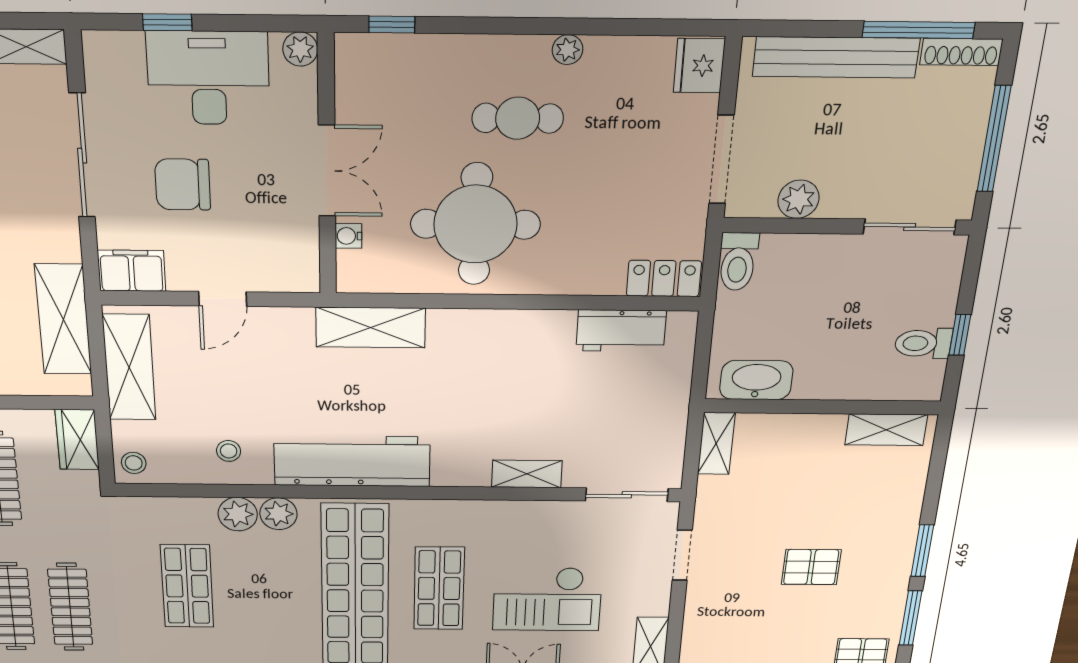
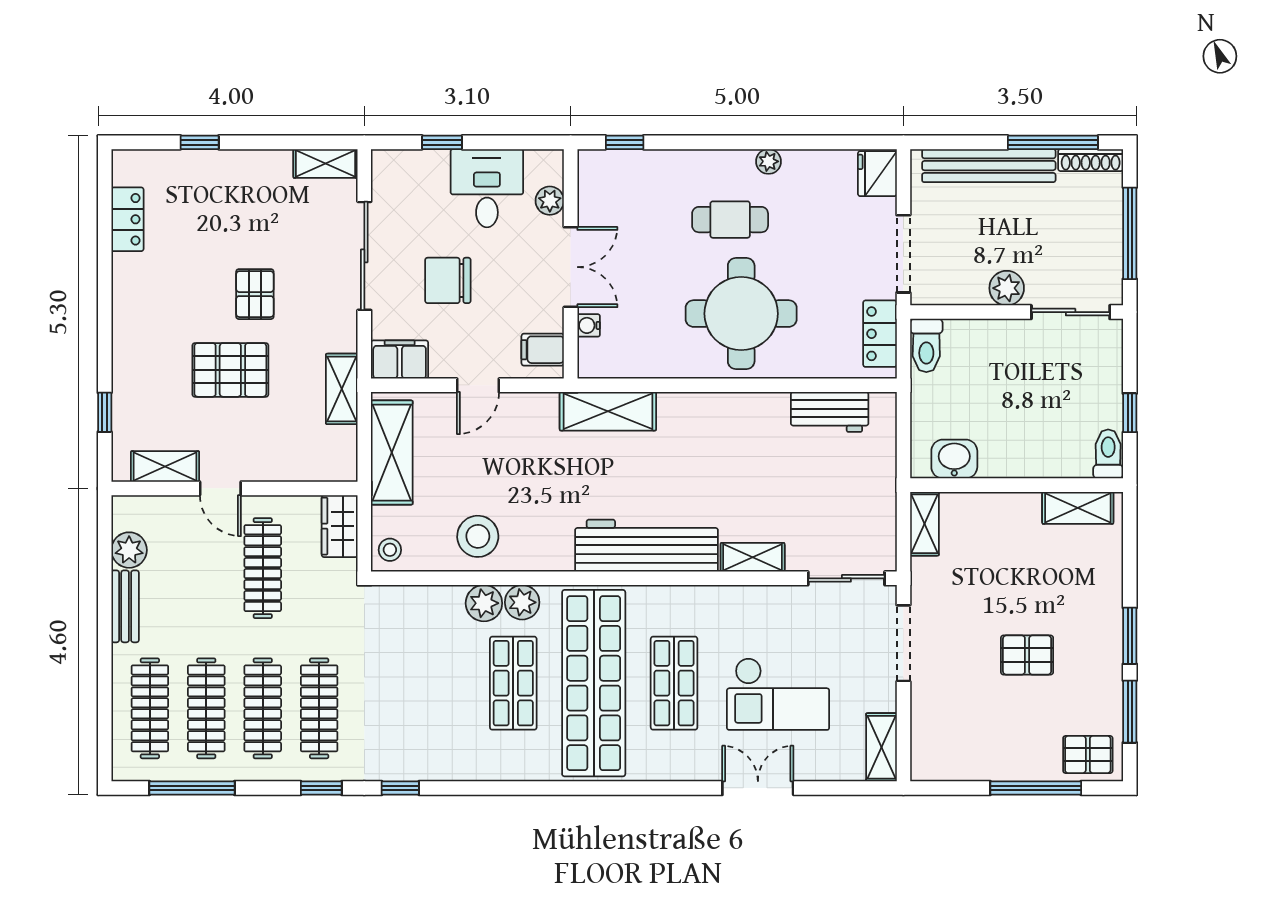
plant: (300, 49) -> (550, 201), moved
desk: (208, 78) -> (487, 188), width x0.73
plant: (799, 199) -> (1007, 288), moved
round table: (475, 224) -> (741, 314), moved
filing cabinet: (296, 262) -> (543, 350), added
locker: (664, 278) -> (880, 334), moved, turned -90
shelving: (63, 320) -> (342, 389), width x0.67, depth x0.75
toilet: (923, 343) -> (1108, 454), moved, turned 90
washbasin: (756, 380) -> (954, 459), width x0.72
stool: (229, 451) -> (478, 536), width x1.89, depth x1.89
workbench: (352, 461) -> (647, 546), moved
doorway: (682, 555) -> (903, 643), width x1.38
shop shelf: (187, 586) -> (513, 683), moved

